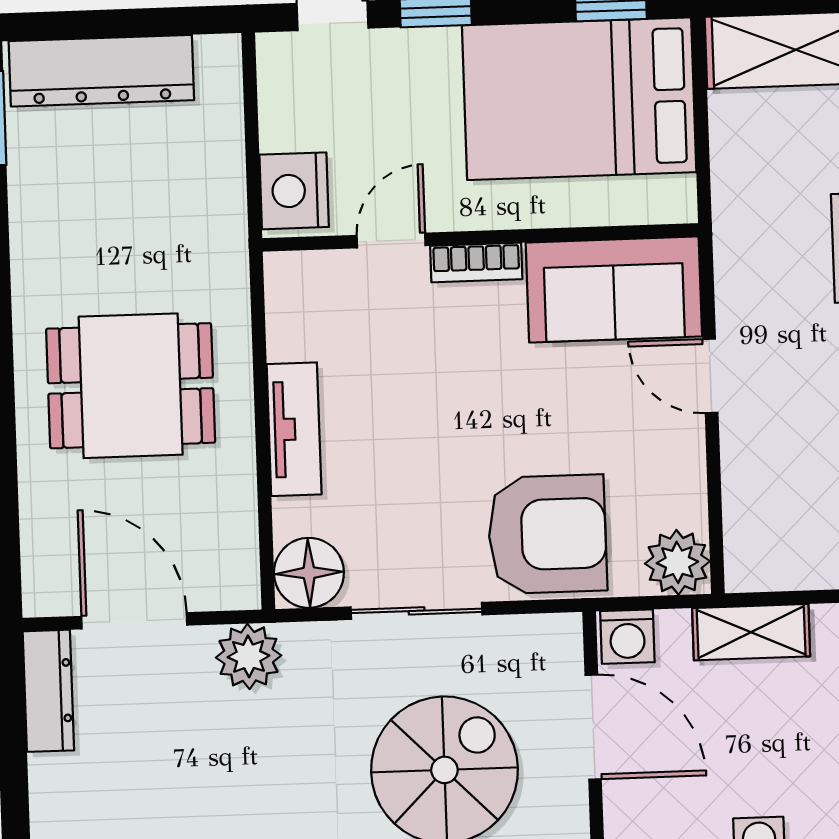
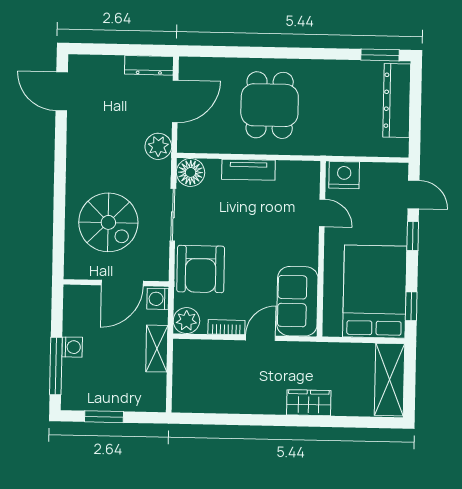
bookcase: (476, 262) -> (226, 327), moved, turned 90

